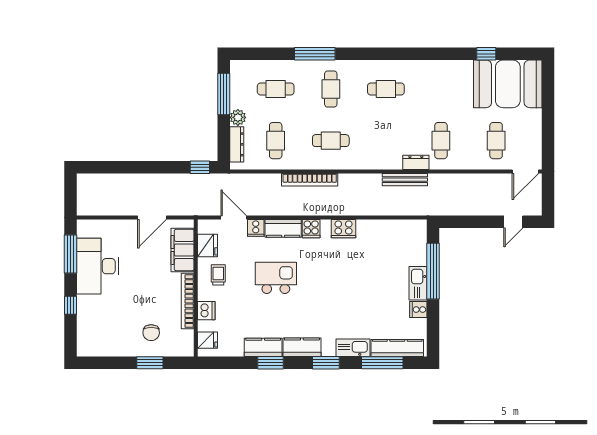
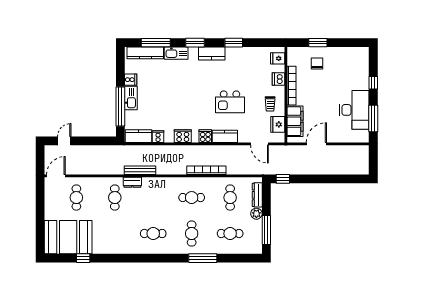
cooker: (256, 228) -> (158, 137), moved
kitchen counter: (263, 347) -> (139, 136), moved, turned 180

